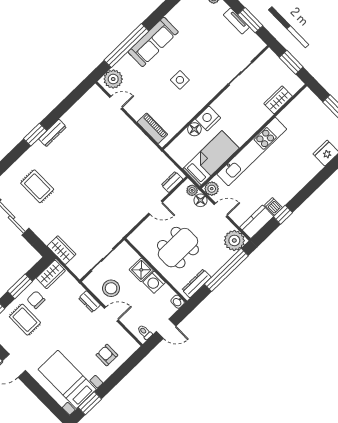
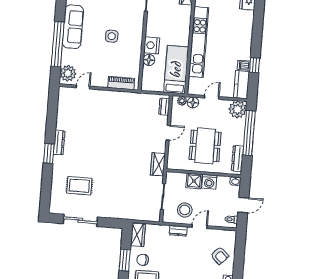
plant: (212, 189) -> (194, 89), removed
wardrobe: (61, 250) -> (158, 164), moved, turned -90
armchair: (107, 355) -> (220, 256), turned -136

